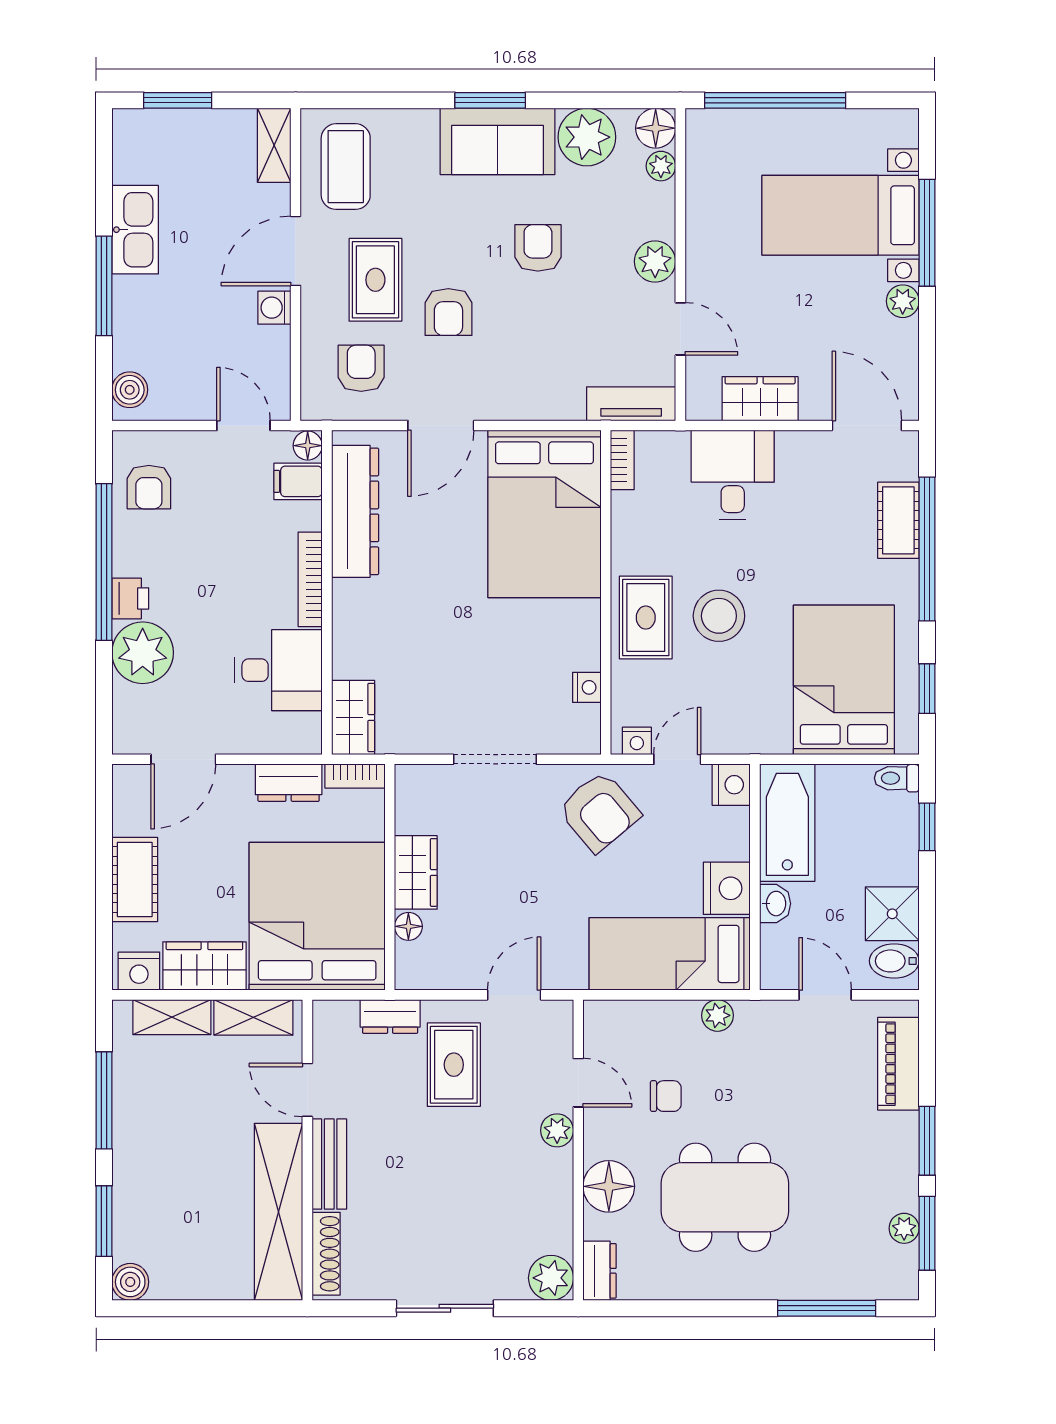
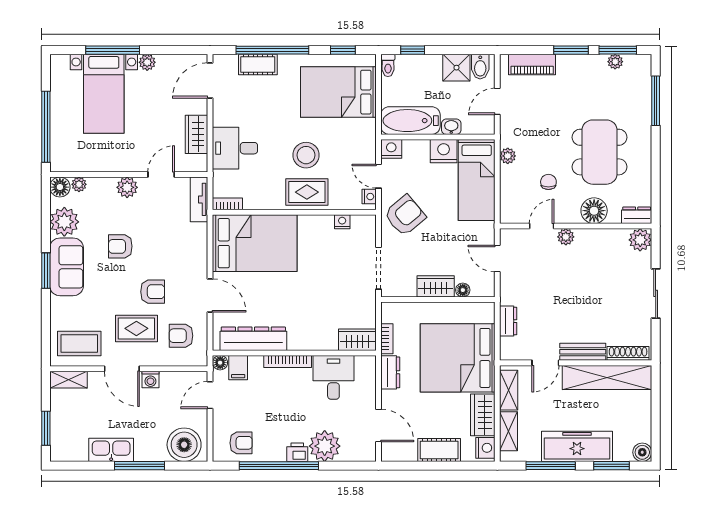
boiler: (130, 390) -> (184, 445), width x1.86, depth x1.86
wardrobe: (416, 872) -> (436, 286), moved
wall: (390, 877) -> (438, 299), moved
floor lamp: (408, 926) -> (463, 290), moved
rug: (454, 1065) -> (533, 289), removed
freezer: (142, 1153) -> (577, 446), added

